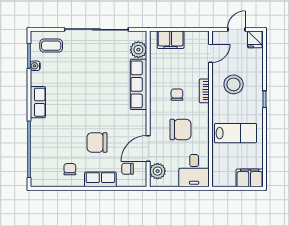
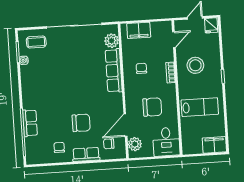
chair: (177, 95) -> (141, 68), moved
row of seats: (38, 102) -> (30, 123), moved
chair: (97, 142) -> (81, 123), turned 180

